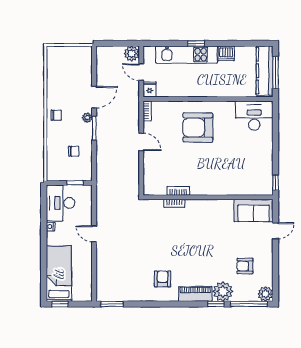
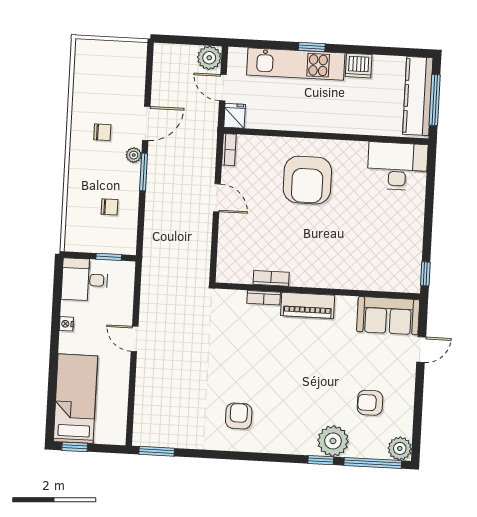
chair: (56, 115) -> (102, 132), moved
armchair: (198, 128) -> (307, 180), turned -90
desk: (61, 203) -> (85, 280), width x0.73
piano: (195, 294) -> (308, 305), moved, turned 180

